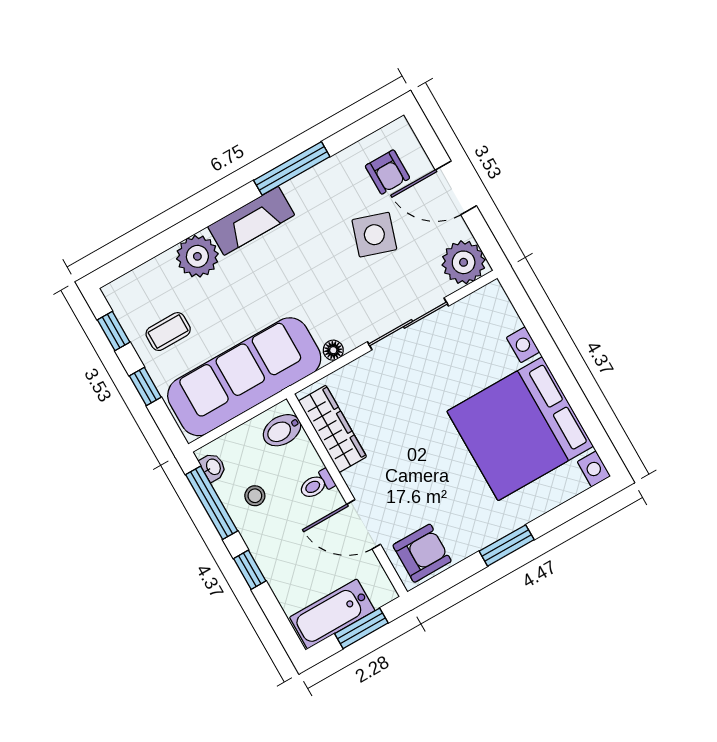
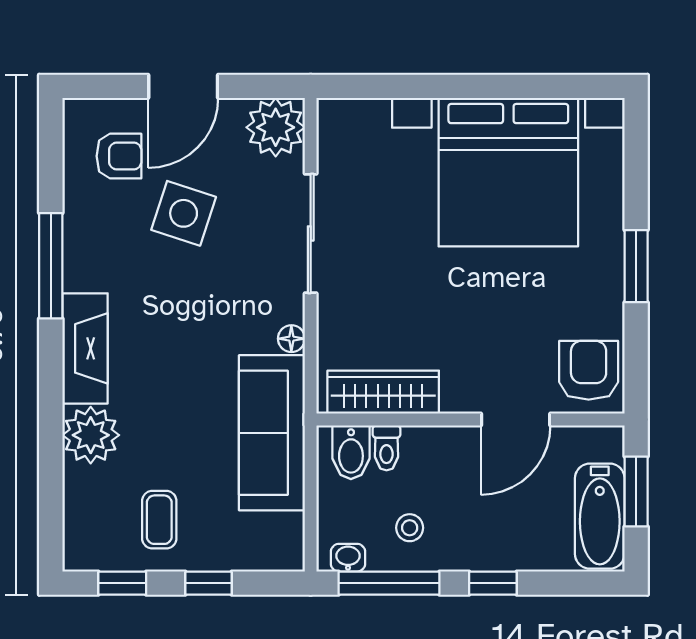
sofa: (244, 377) -> (272, 433), width x0.74, depth x0.79
toilet: (317, 485) -> (387, 448), moved

